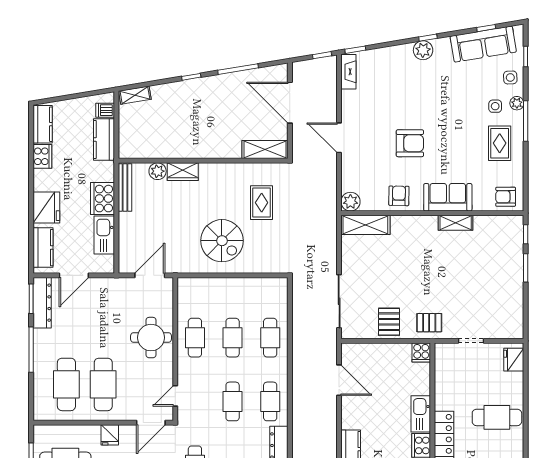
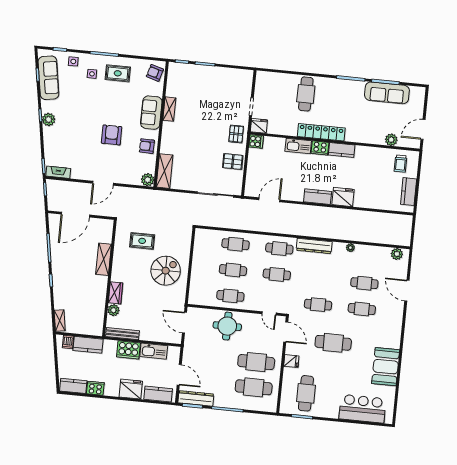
plant: (517, 103) -> (91, 59), removed
shelving: (265, 150) -> (104, 259), moved
armchair: (506, 197) -> (155, 73), turned 106
fridge: (514, 360) -> (259, 126), moved, turned 180

